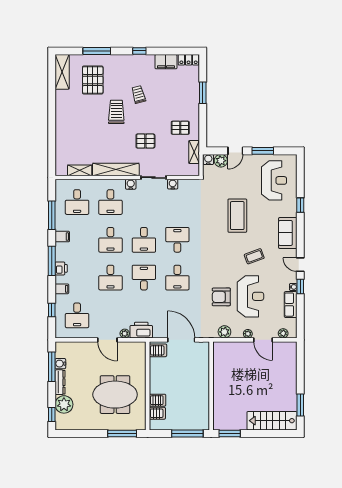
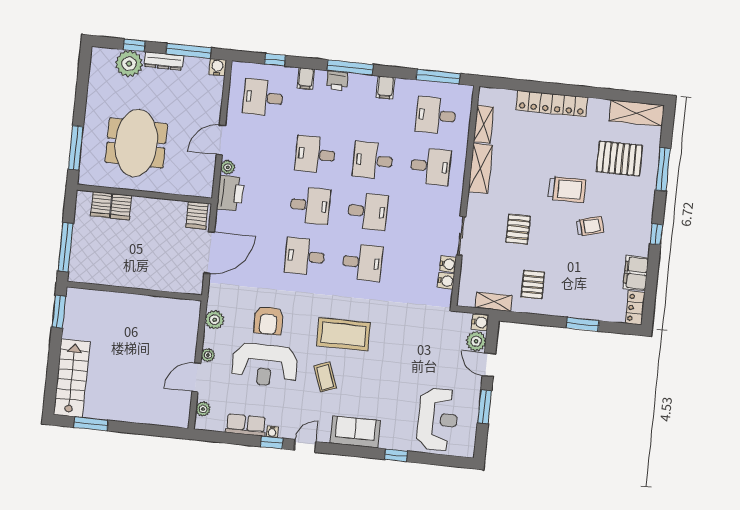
locker: (62, 128) -> (552, 104), added
shelving: (116, 169) -> (480, 168), width x0.68
reception desk: (274, 180) -> (438, 419), turned -90
water cooler: (131, 184) -> (446, 281), moved
desk: (110, 202) -> (431, 166), turned 180
window: (52, 215) -> (438, 77), moved
coffee table: (237, 216) -> (343, 334), moved
desk: (144, 240) -> (368, 211), turned 180
armchair: (221, 297) -> (268, 320), turned 180
water cooler: (60, 364) -> (217, 67), moved
window: (52, 415) -> (134, 45), moved

